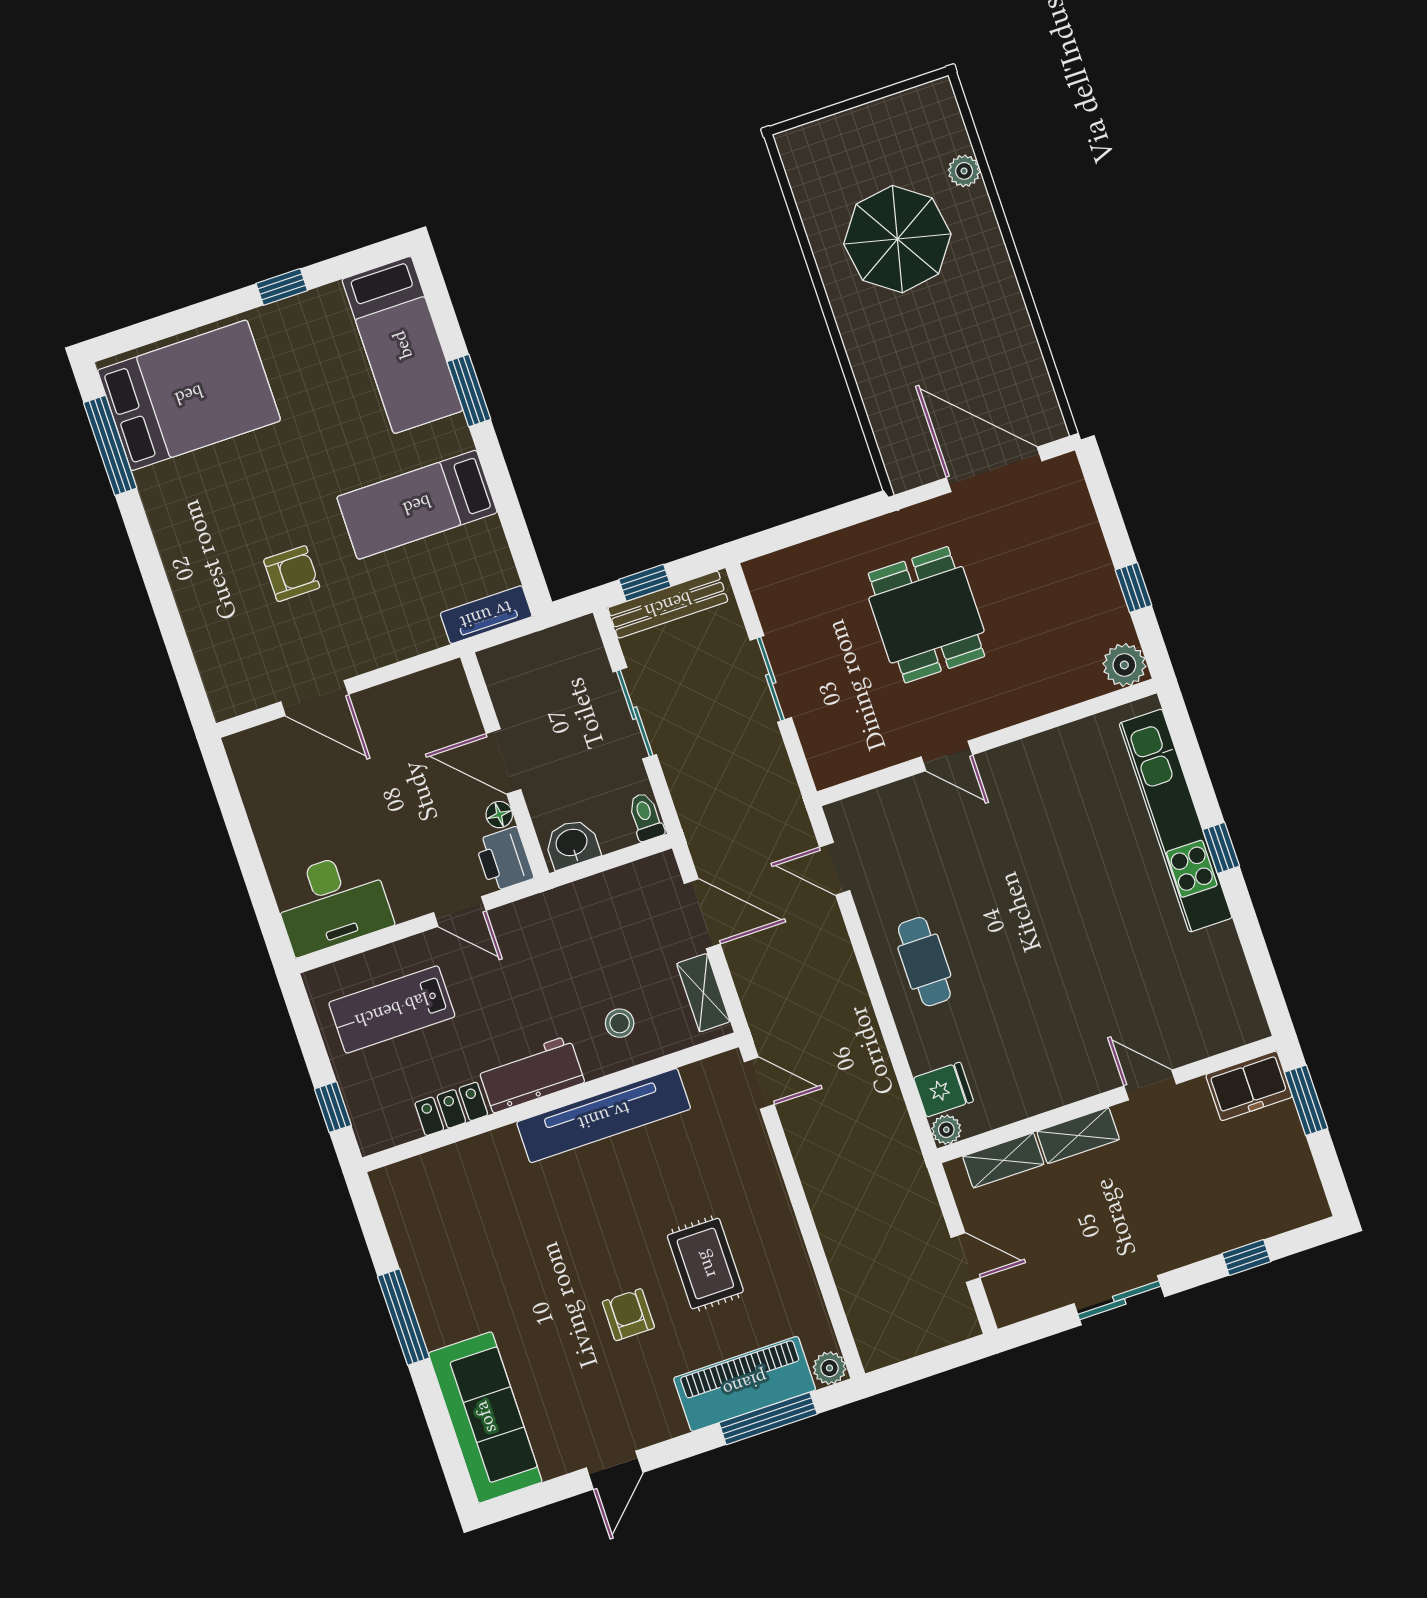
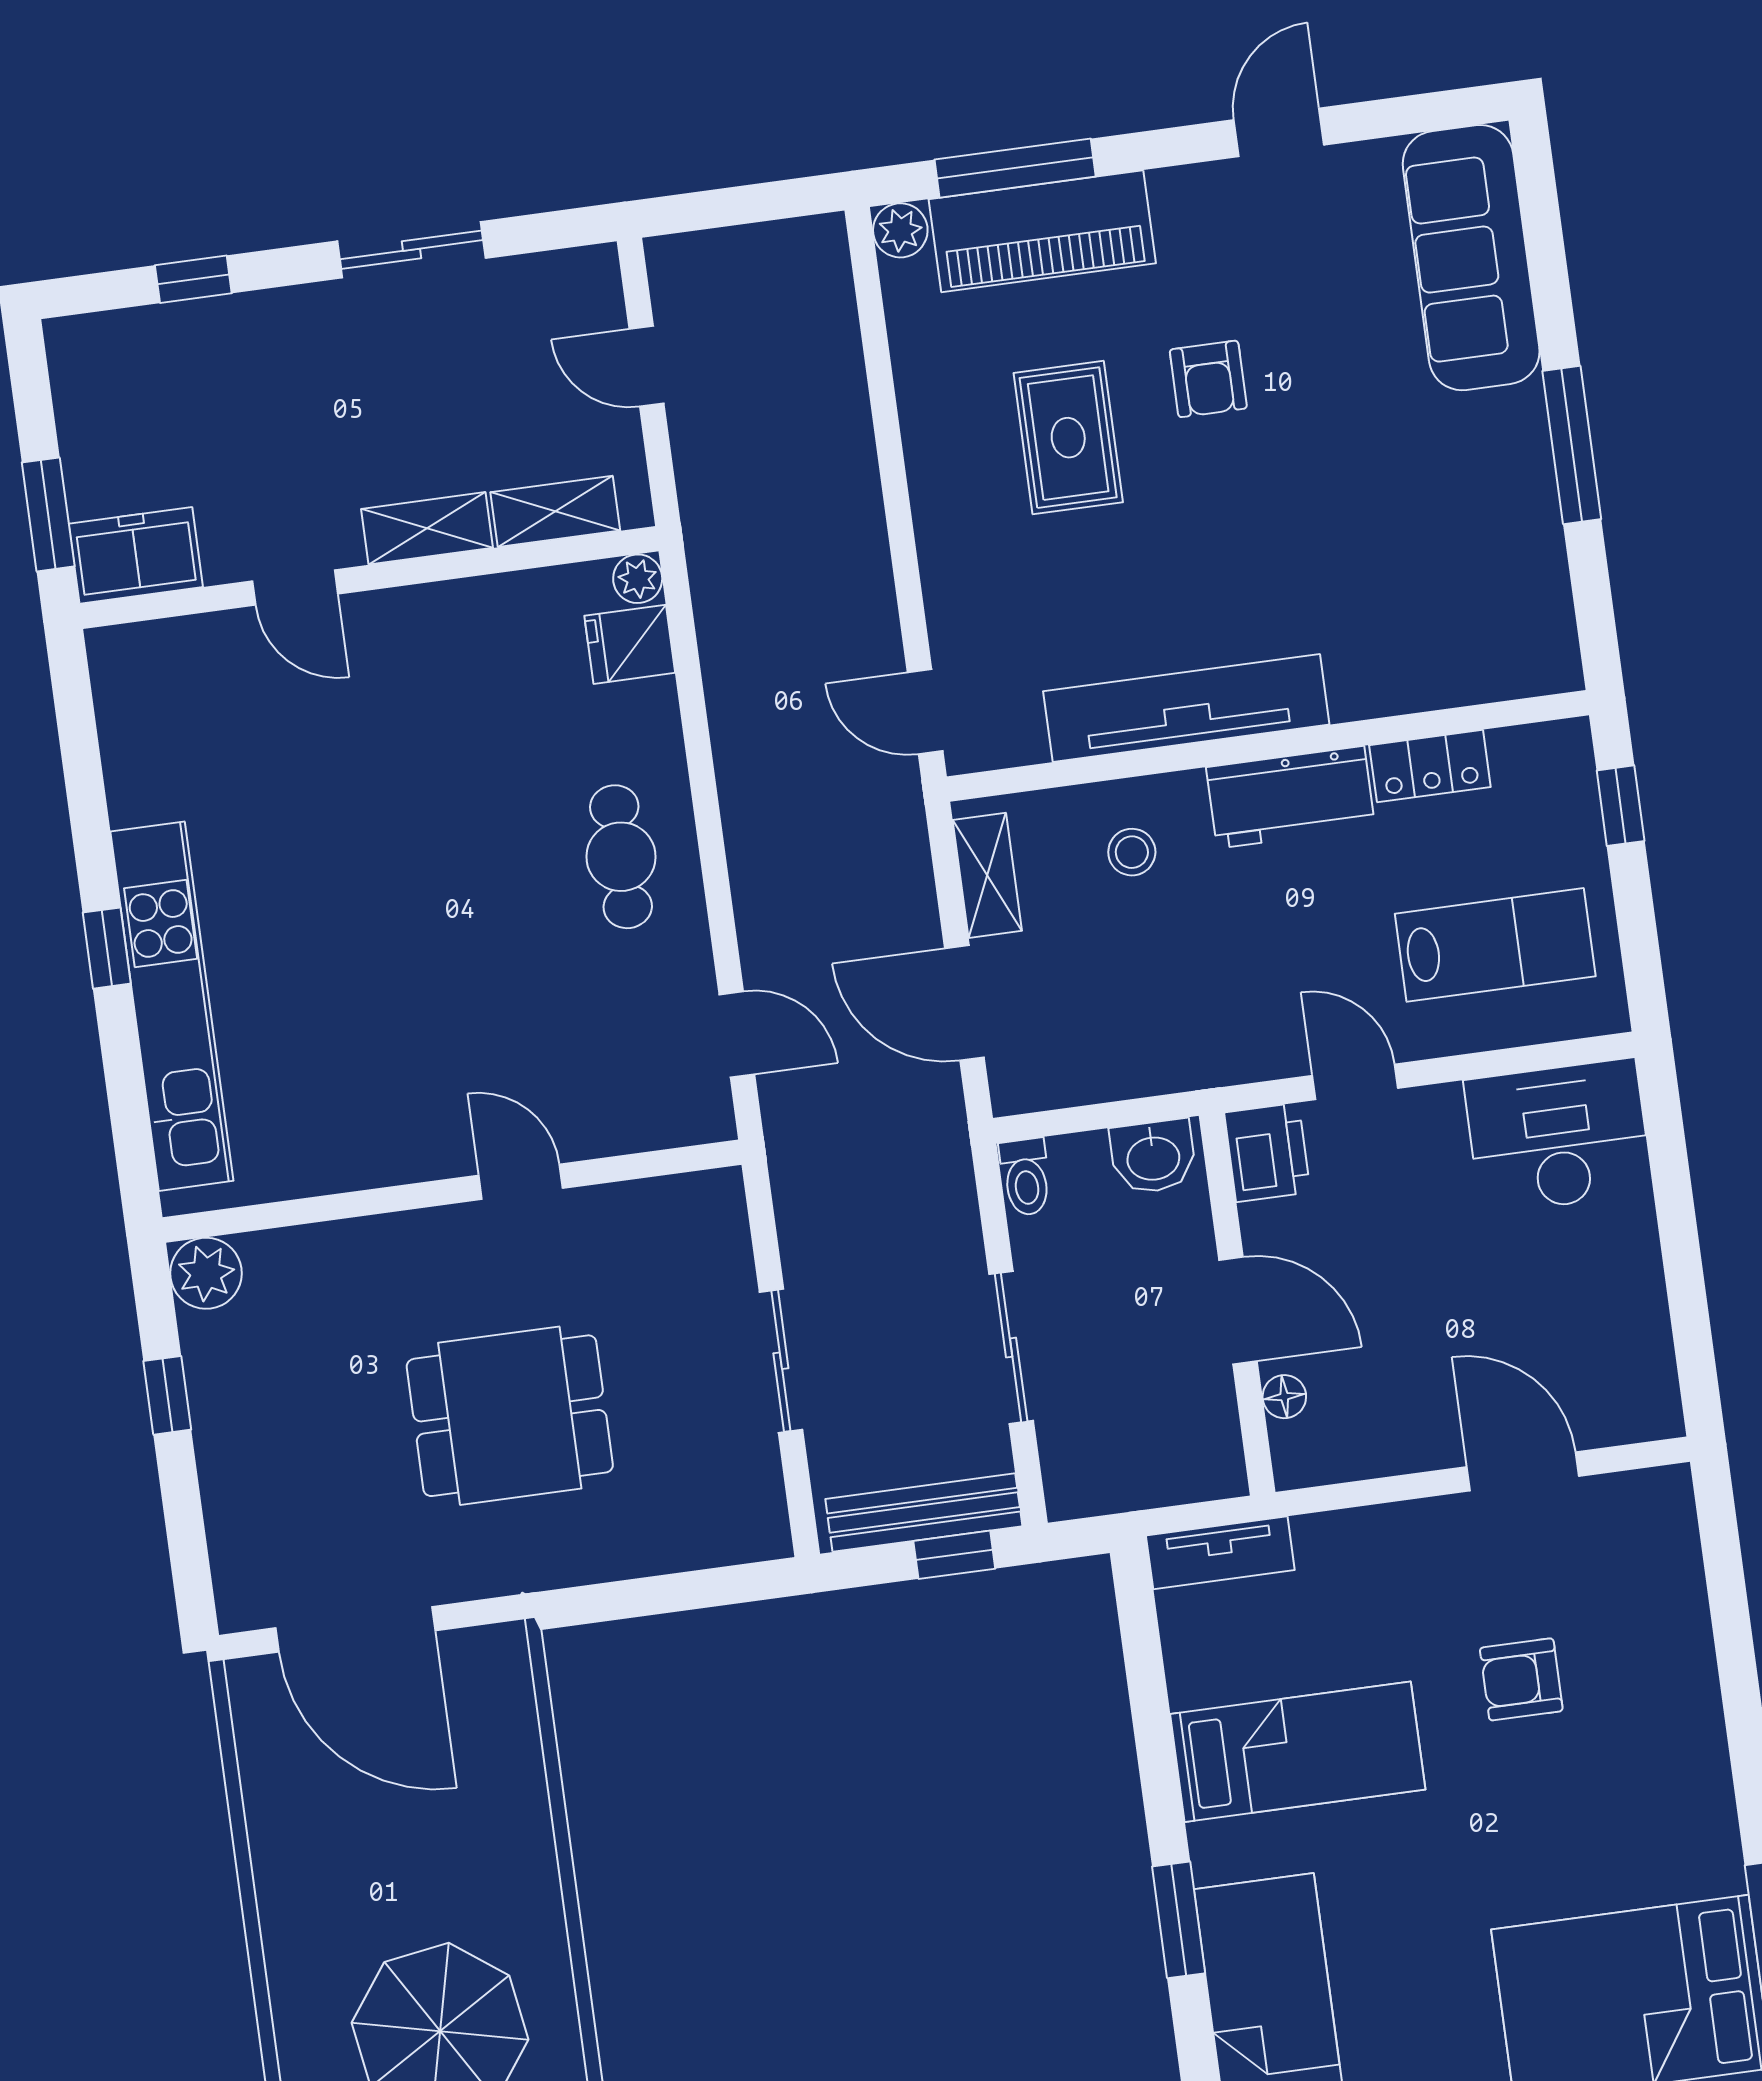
dining table: (926, 615) -> (510, 1416), turned 90
floor lamp: (499, 815) -> (1284, 1397), moved

